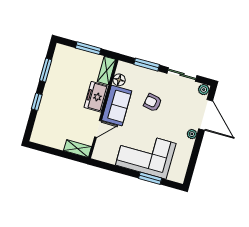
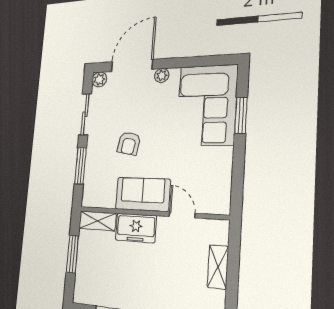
floor lamp: (119, 80) -> (107, 200), removed
shelving: (78, 149) -> (218, 267), moved
corner sofa: (146, 154) -> (207, 105), moved

